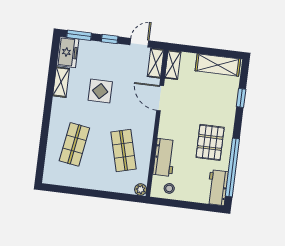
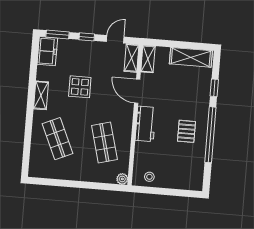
shelving: (61, 82) -> (41, 95), moved
pallet: (210, 142) -> (186, 131), width x0.67, depth x0.71
shop shelf: (74, 144) -> (57, 139), turned -33
workbench: (164, 157) -> (146, 124), moved
window: (232, 168) -> (210, 135), moved
workbench: (217, 188) -> (195, 174), removed

